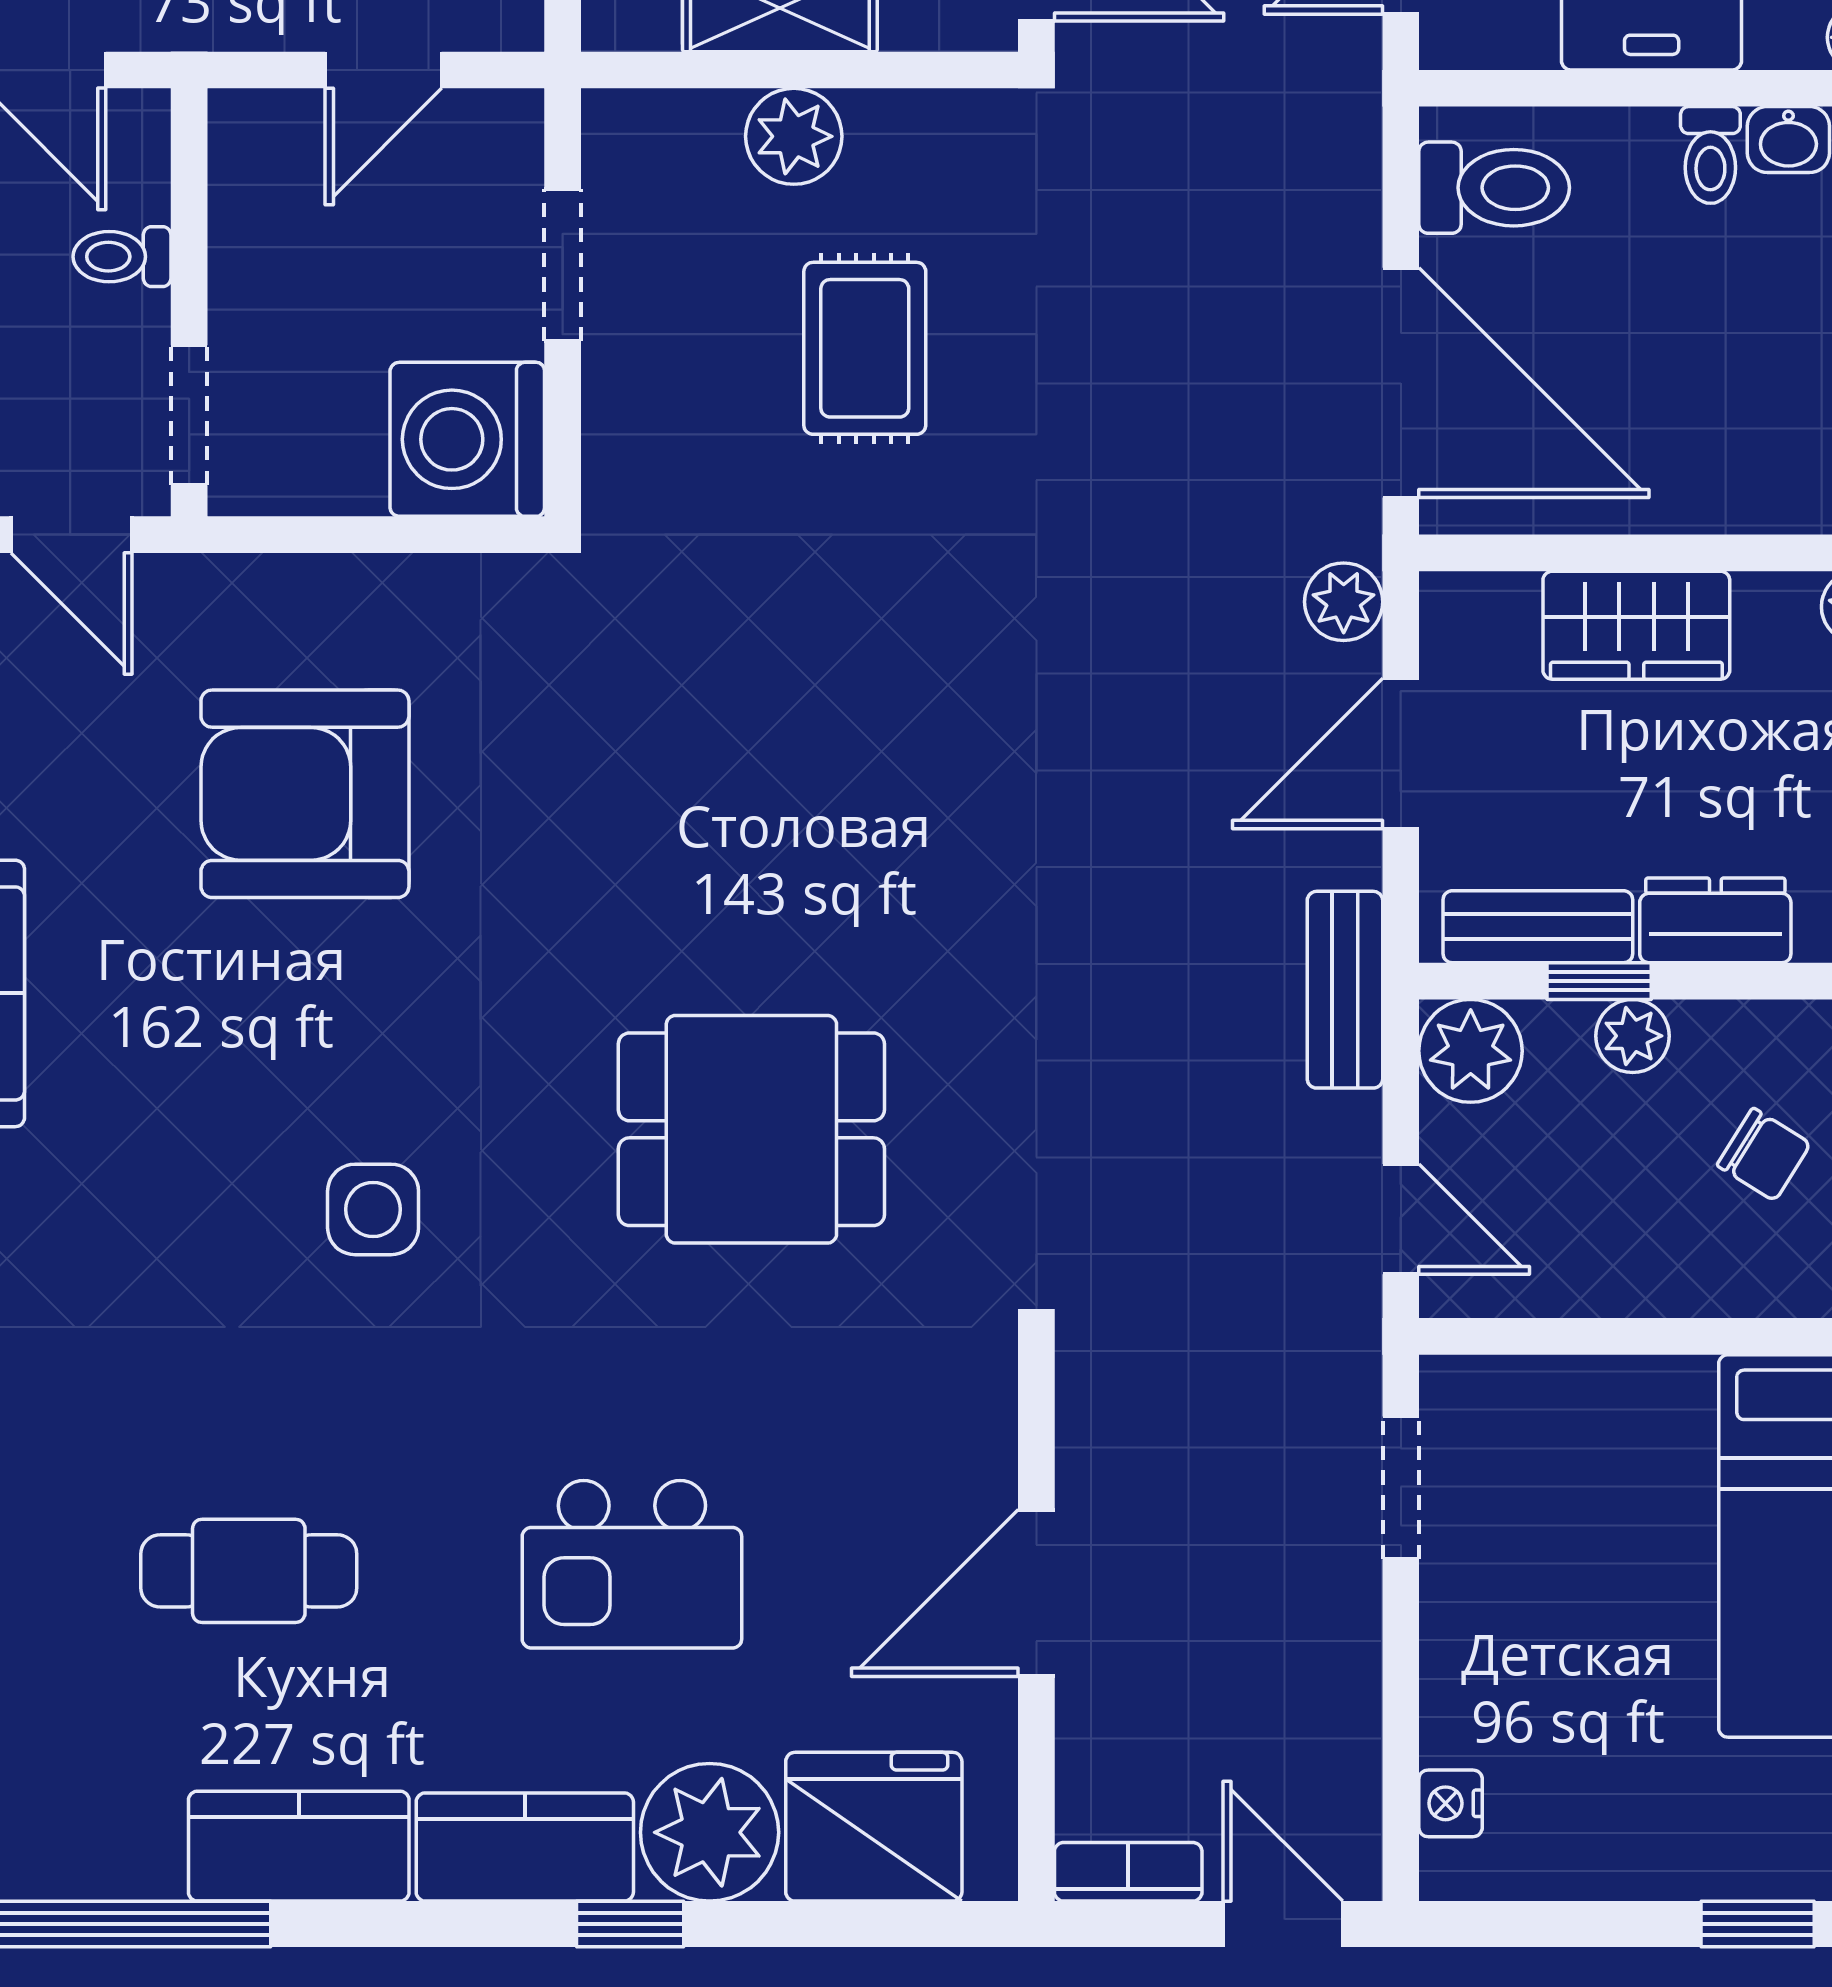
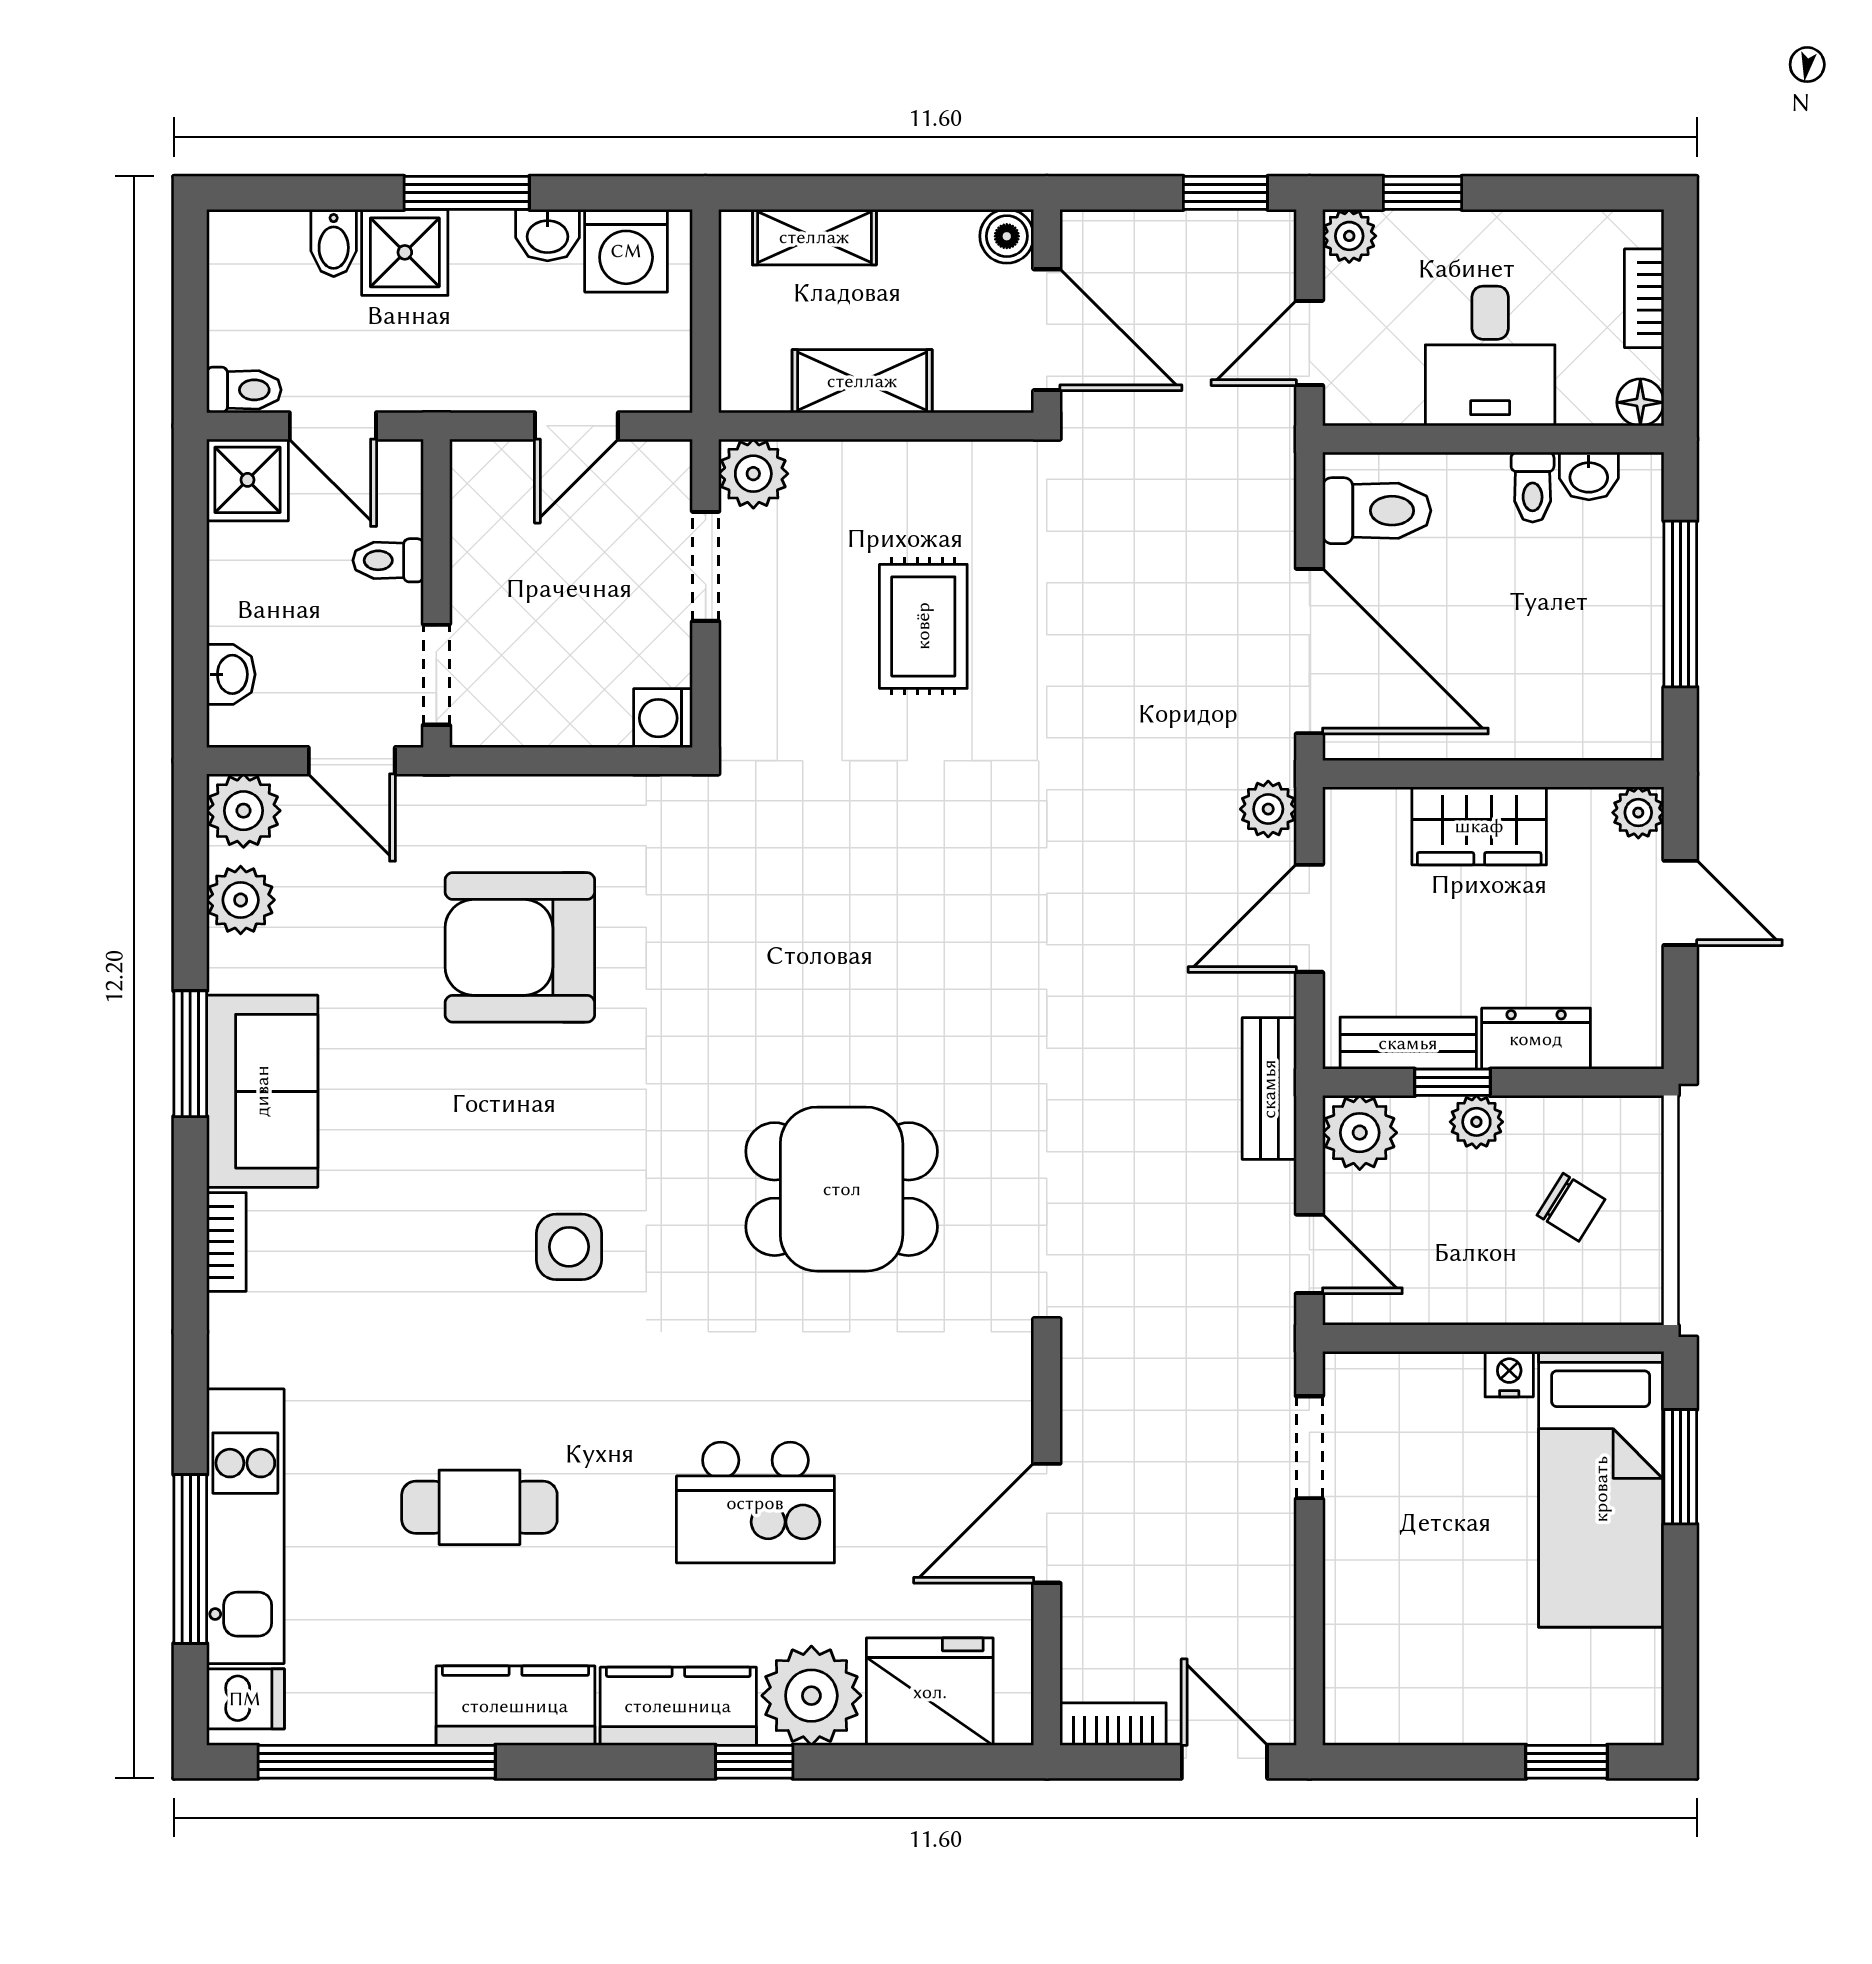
plant: (794, 136) -> (753, 474), moved
washing machine: (467, 439) -> (663, 718), width x0.53, depth x0.53
nightstand: (1451, 1803) -> (1509, 1374), moved, turned 90

